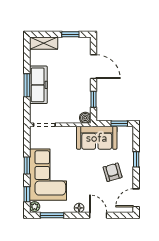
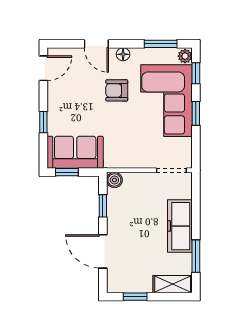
window: (27, 85) -> (196, 256), moved
sofa: (97, 138) -> (75, 152), moved
armchair: (113, 172) -> (117, 90), moved, turned 106

